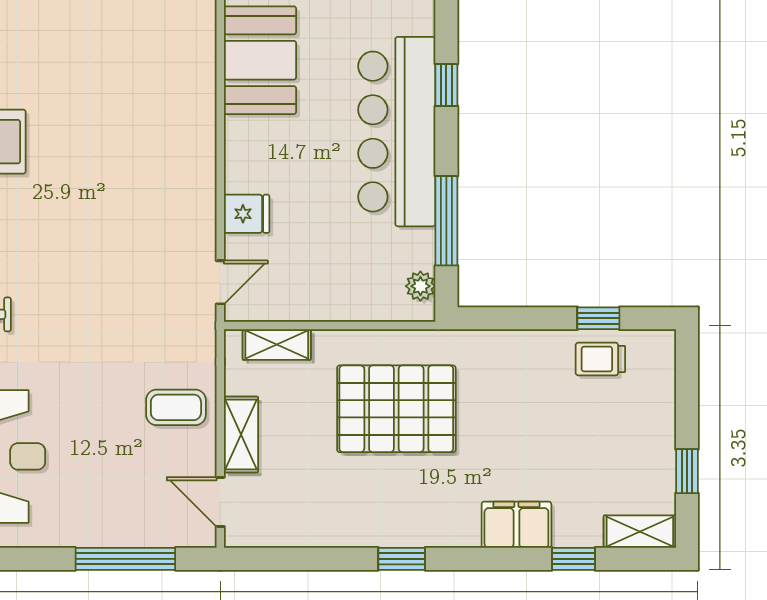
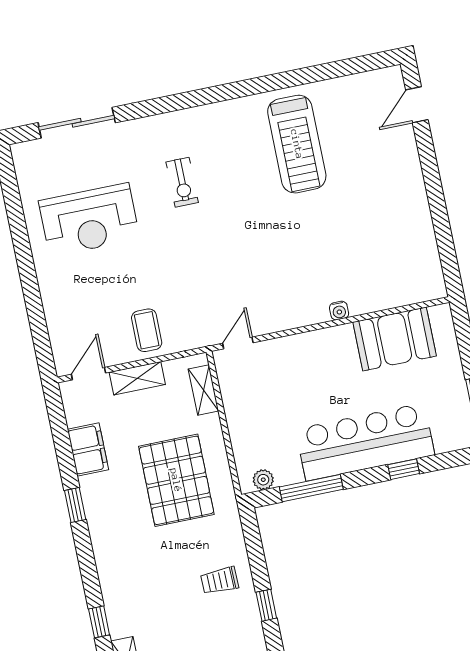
water cooler: (204, 130) -> (339, 311), added
fridge: (247, 214) -> (288, 351), removed
door: (220, 282) -> (238, 343), swing flipped
trolley: (600, 359) -> (220, 581), moved, turned -91
filing cabinet: (516, 525) -> (88, 450), moved
window: (125, 559) -> (36, 317), removed

